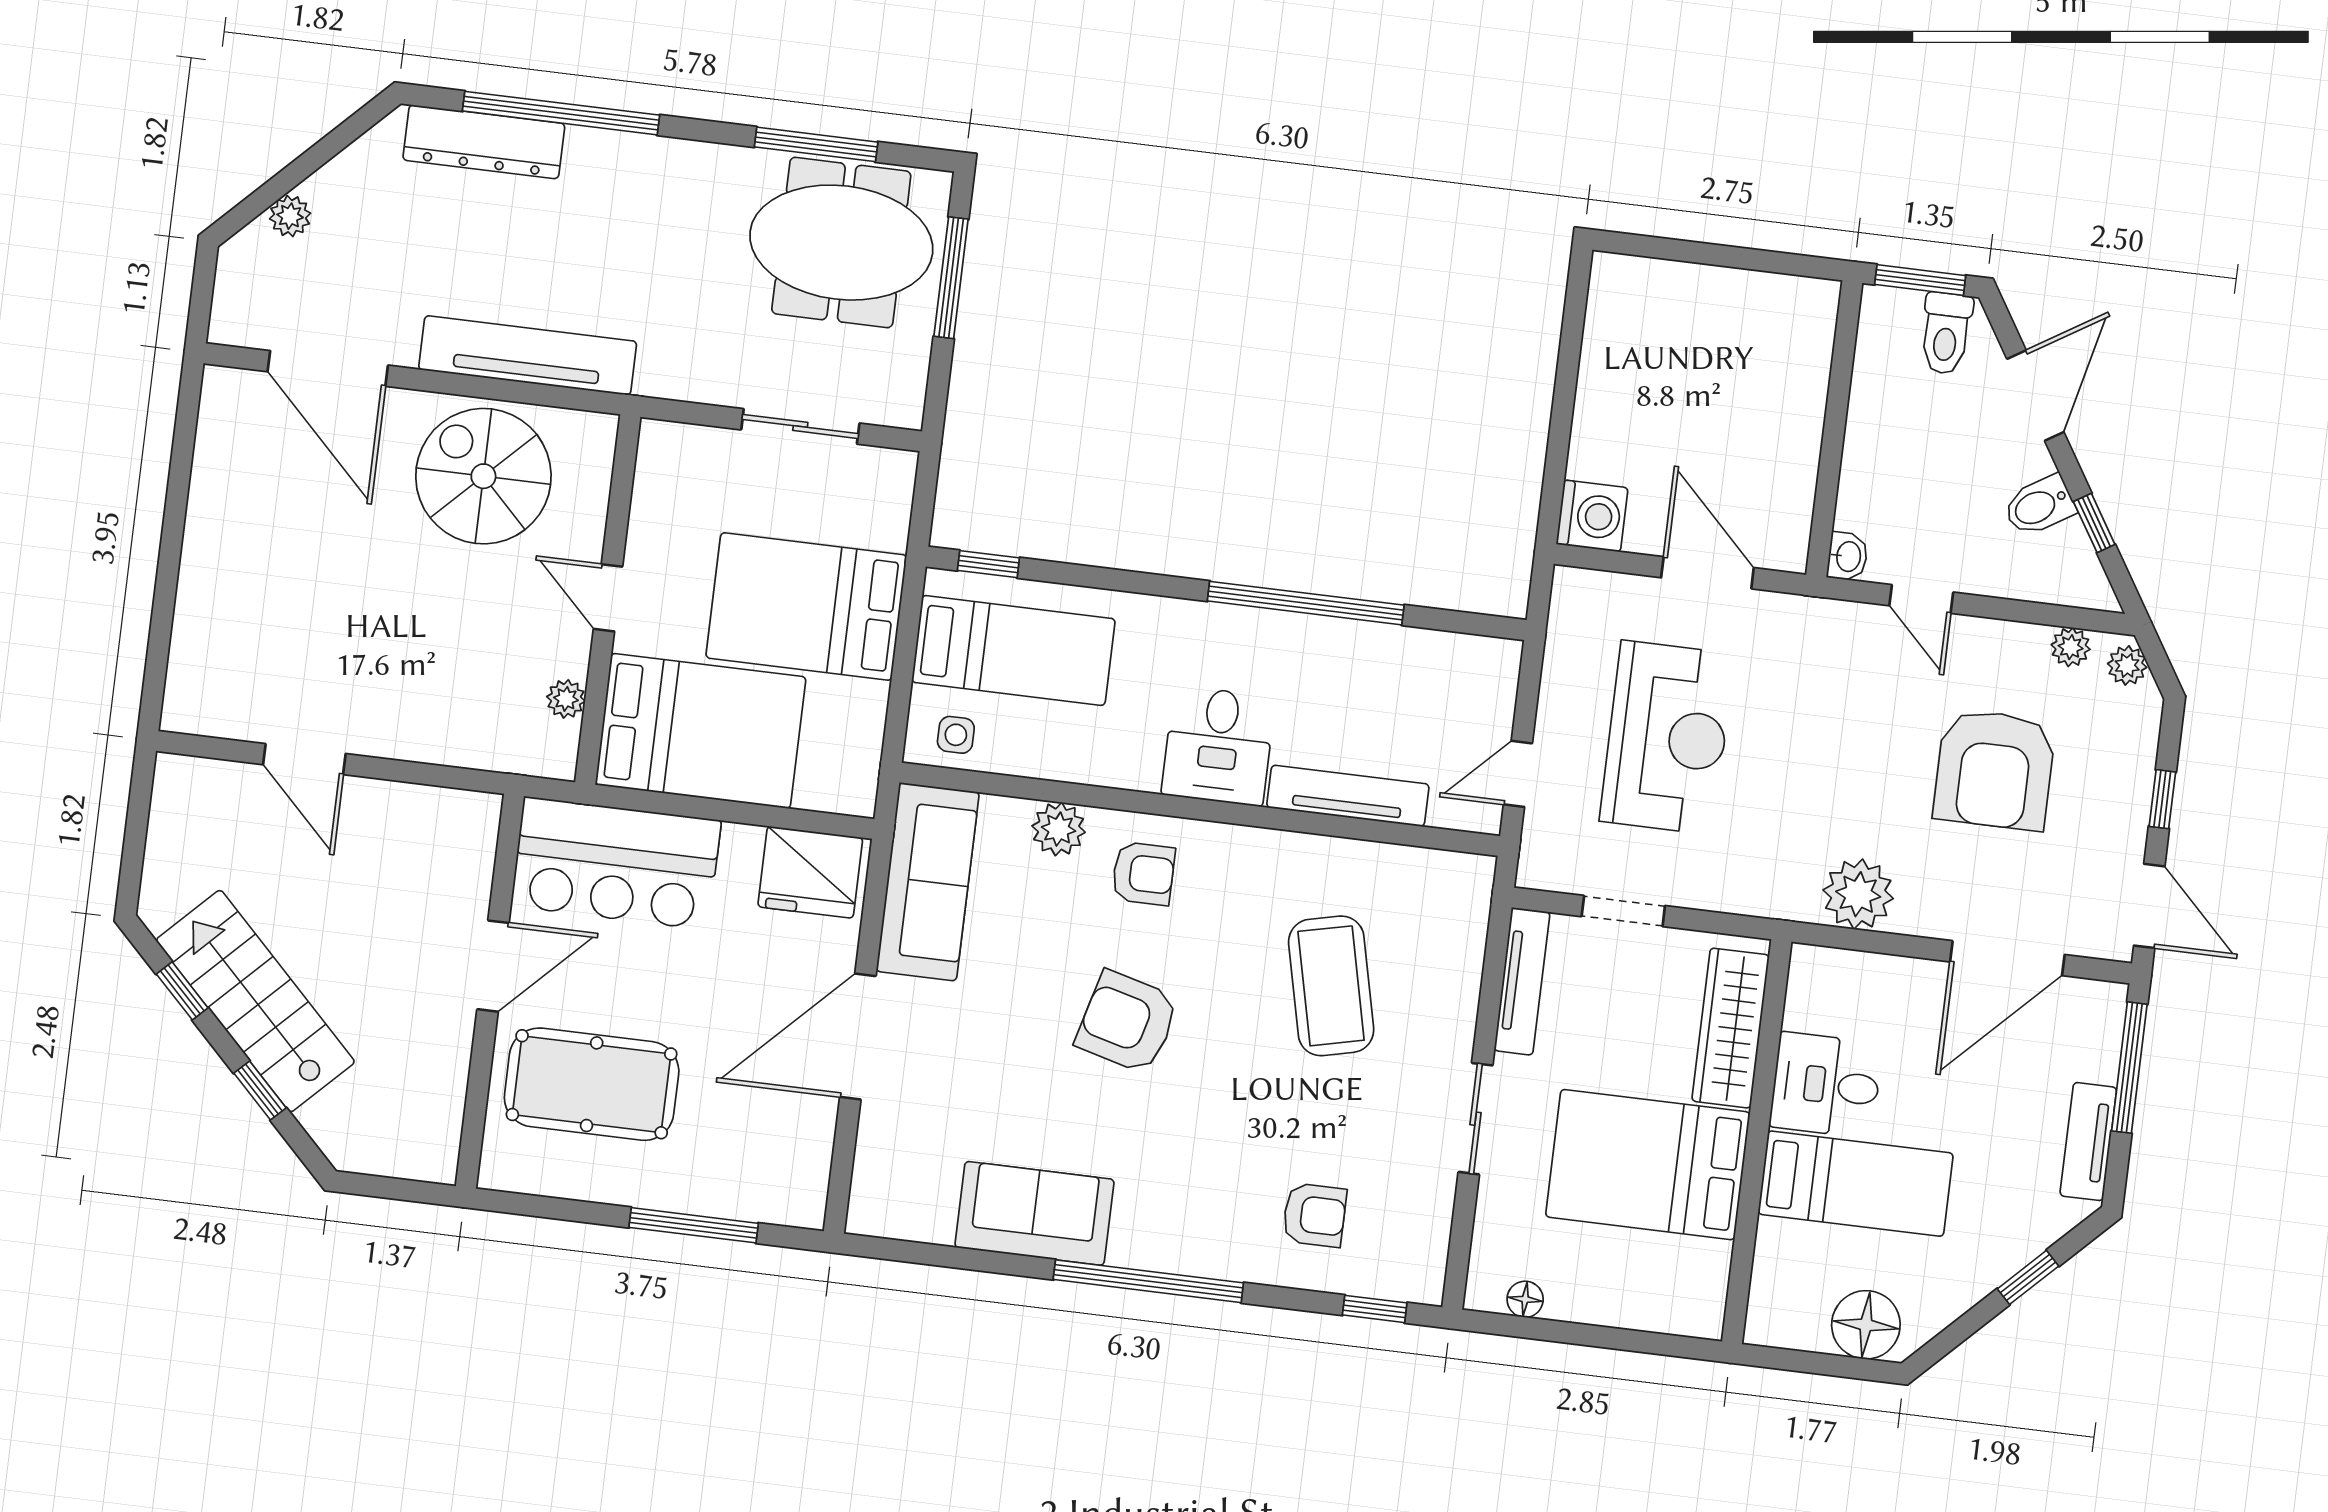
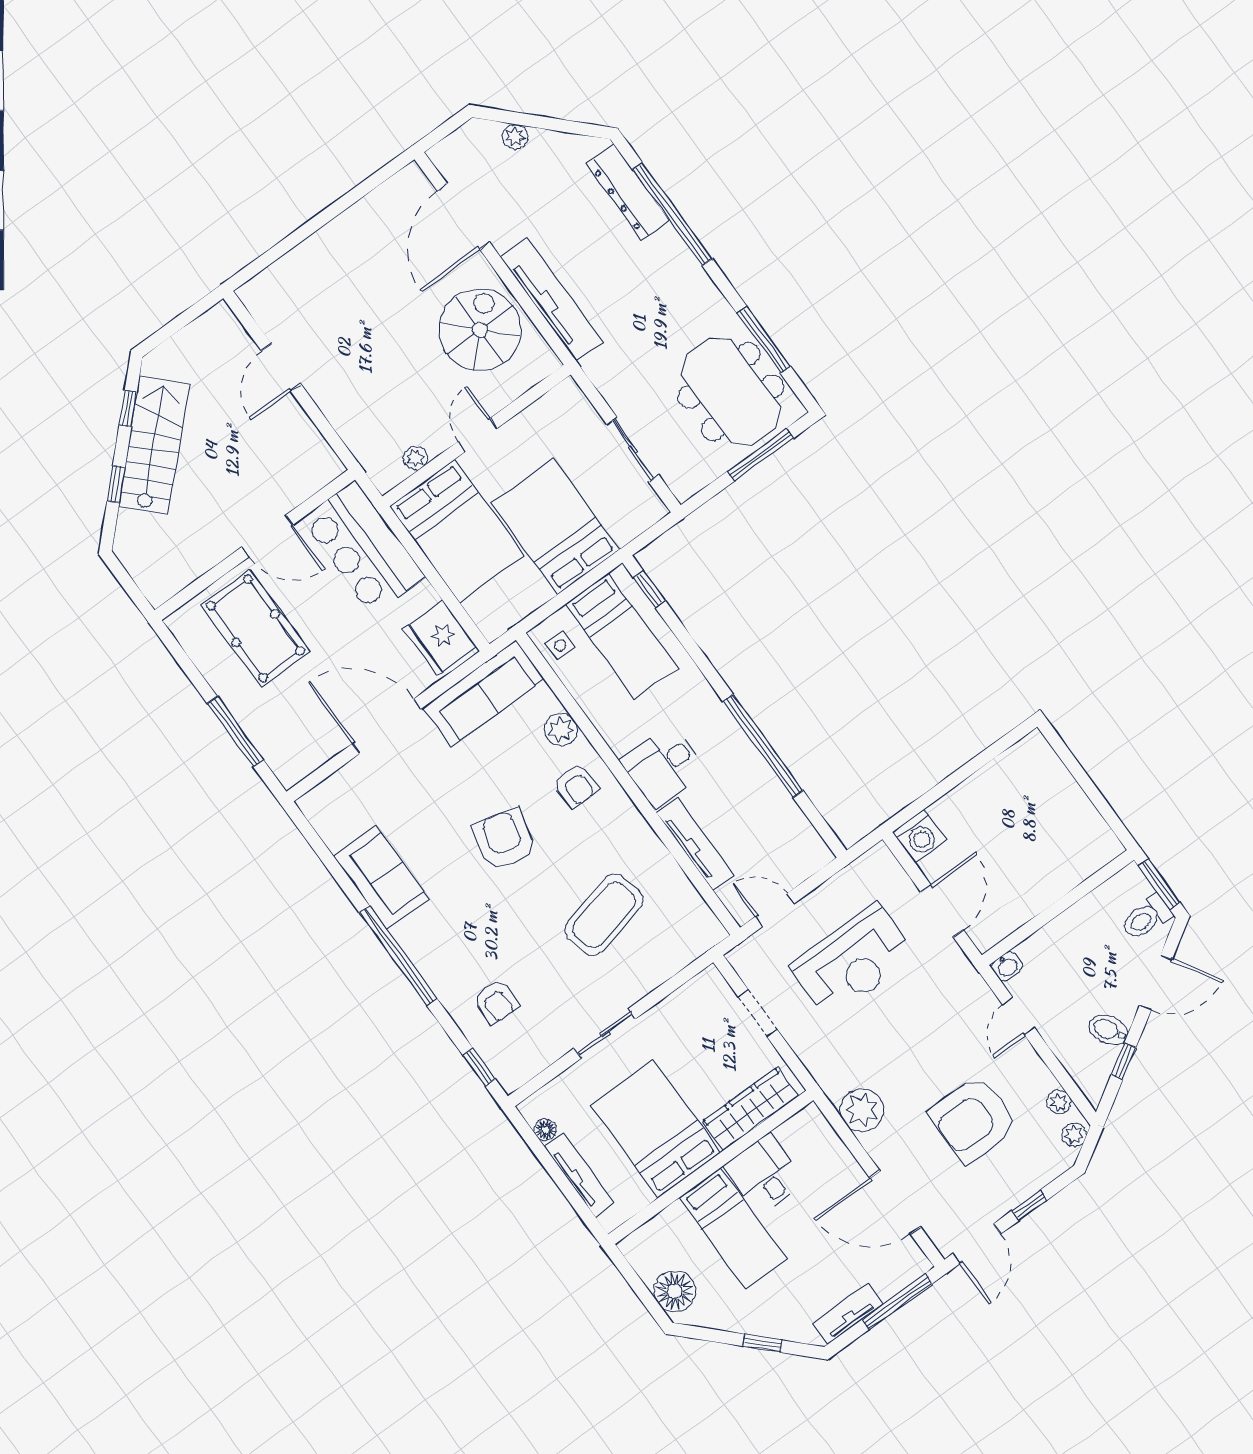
tv unit: (1522, 981) -> (580, 1175), moved, turned -90

